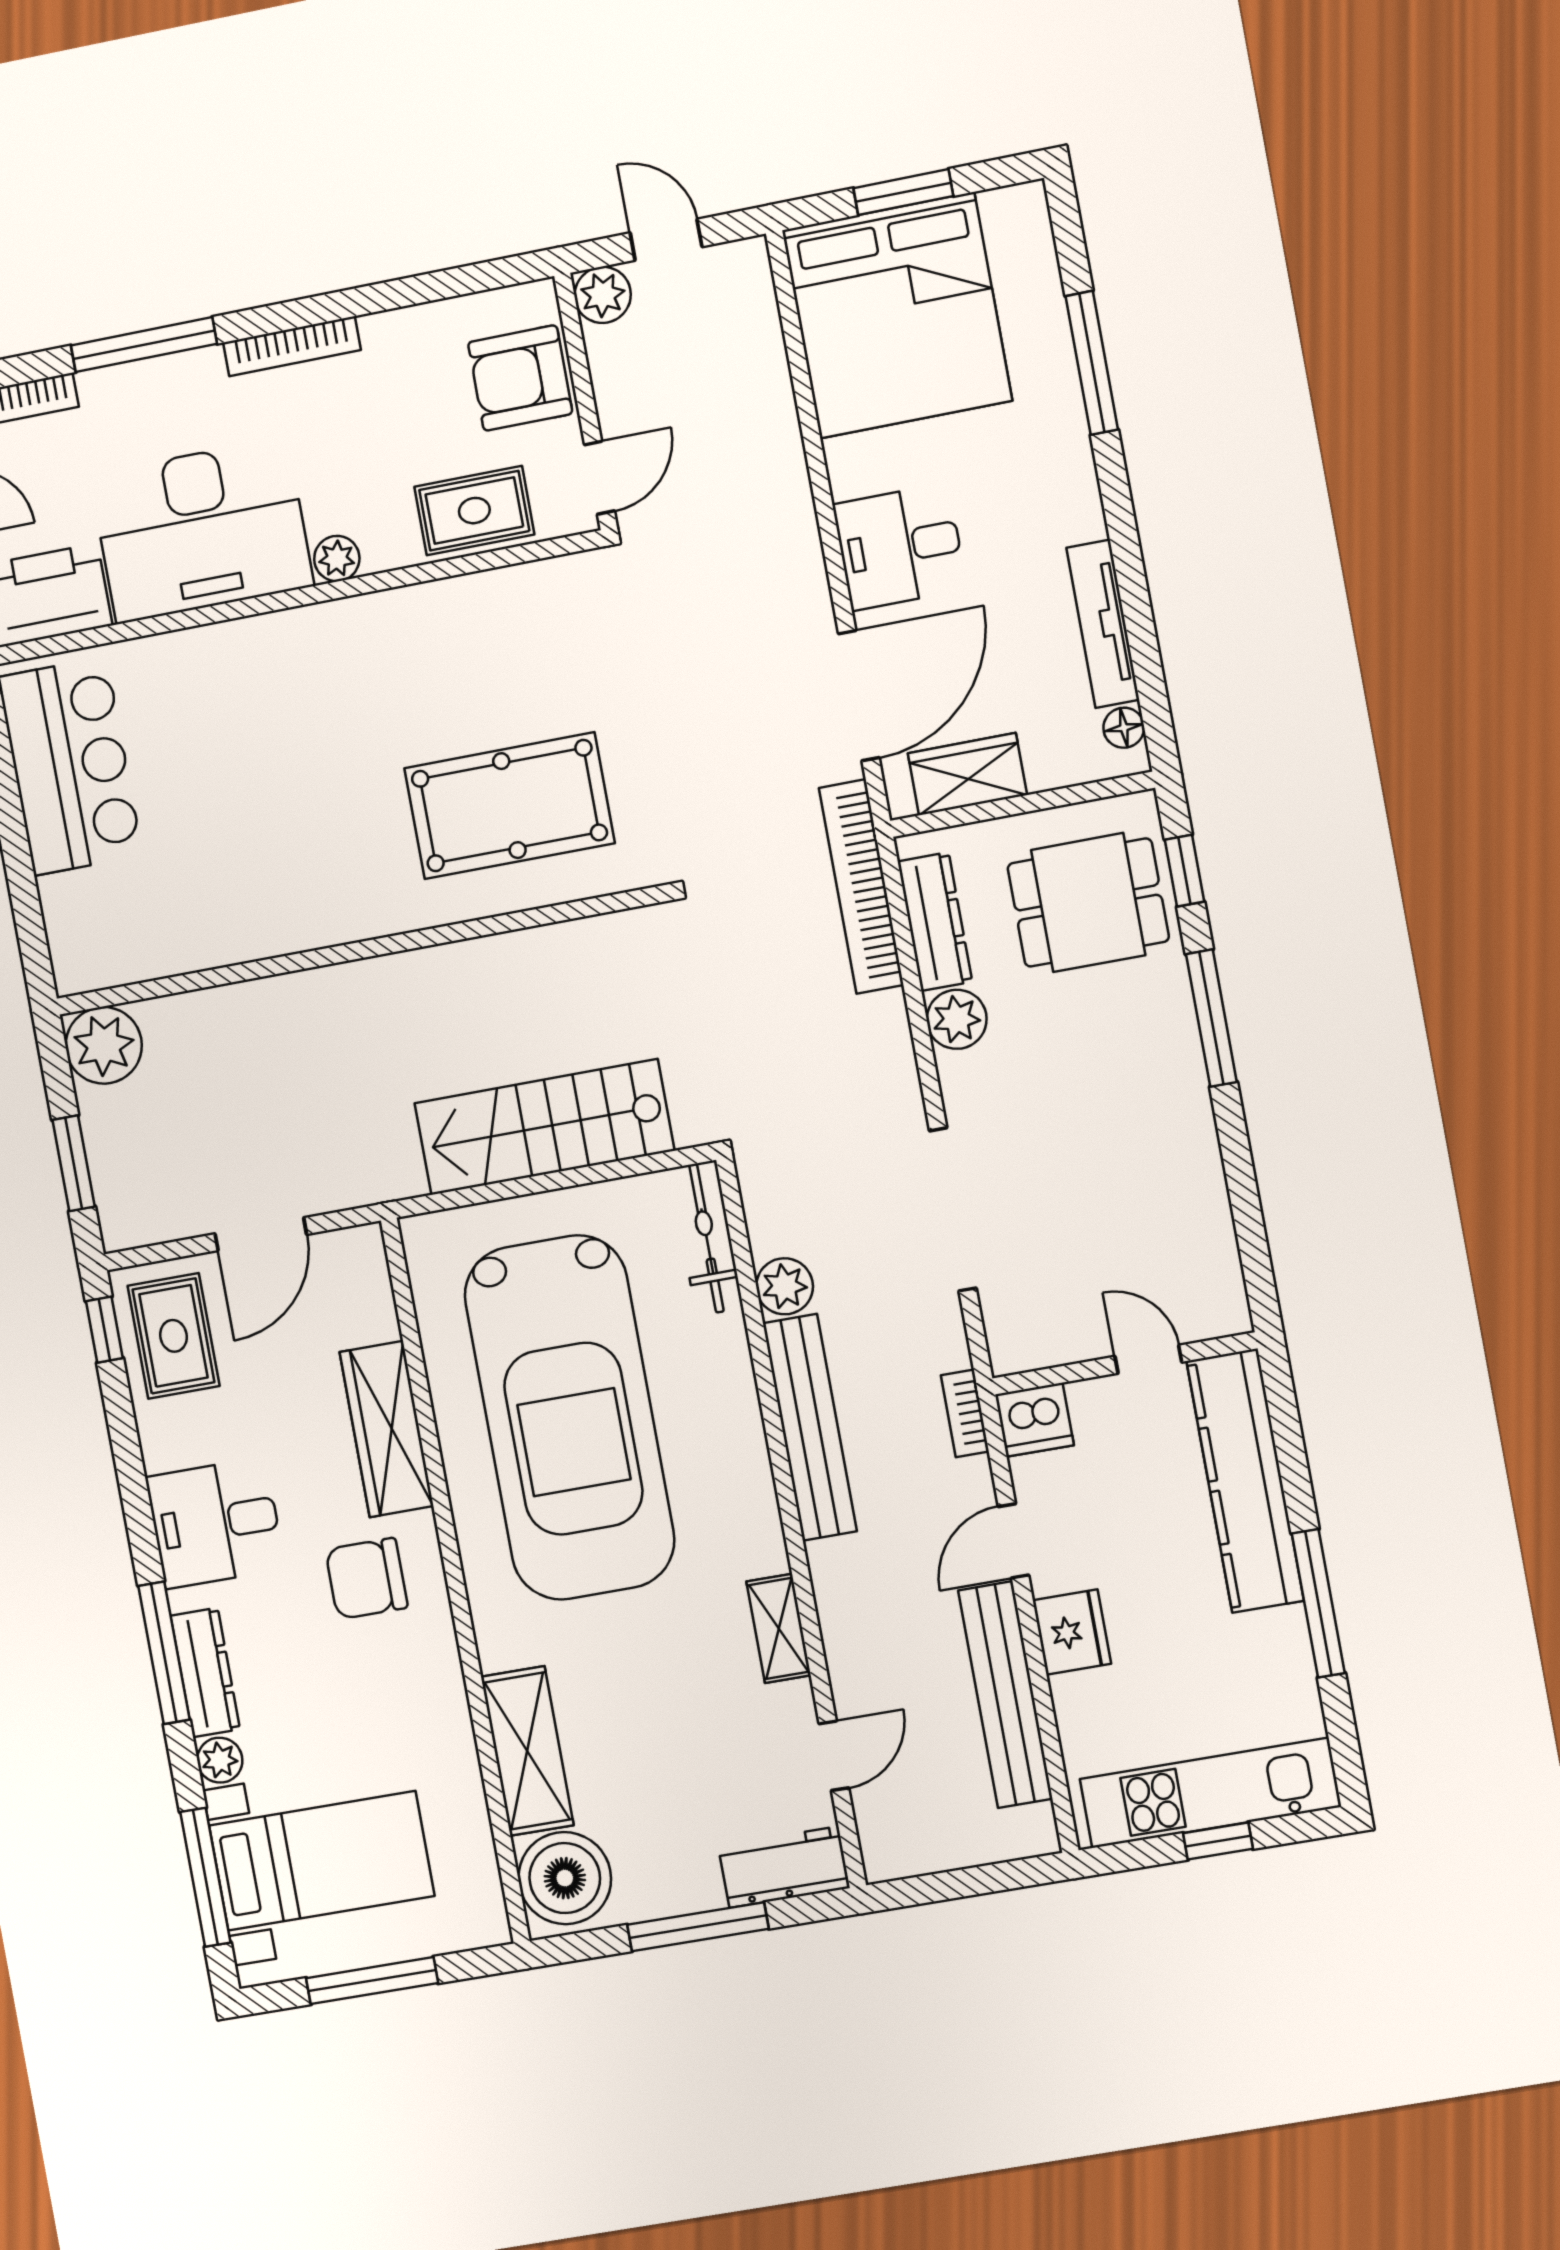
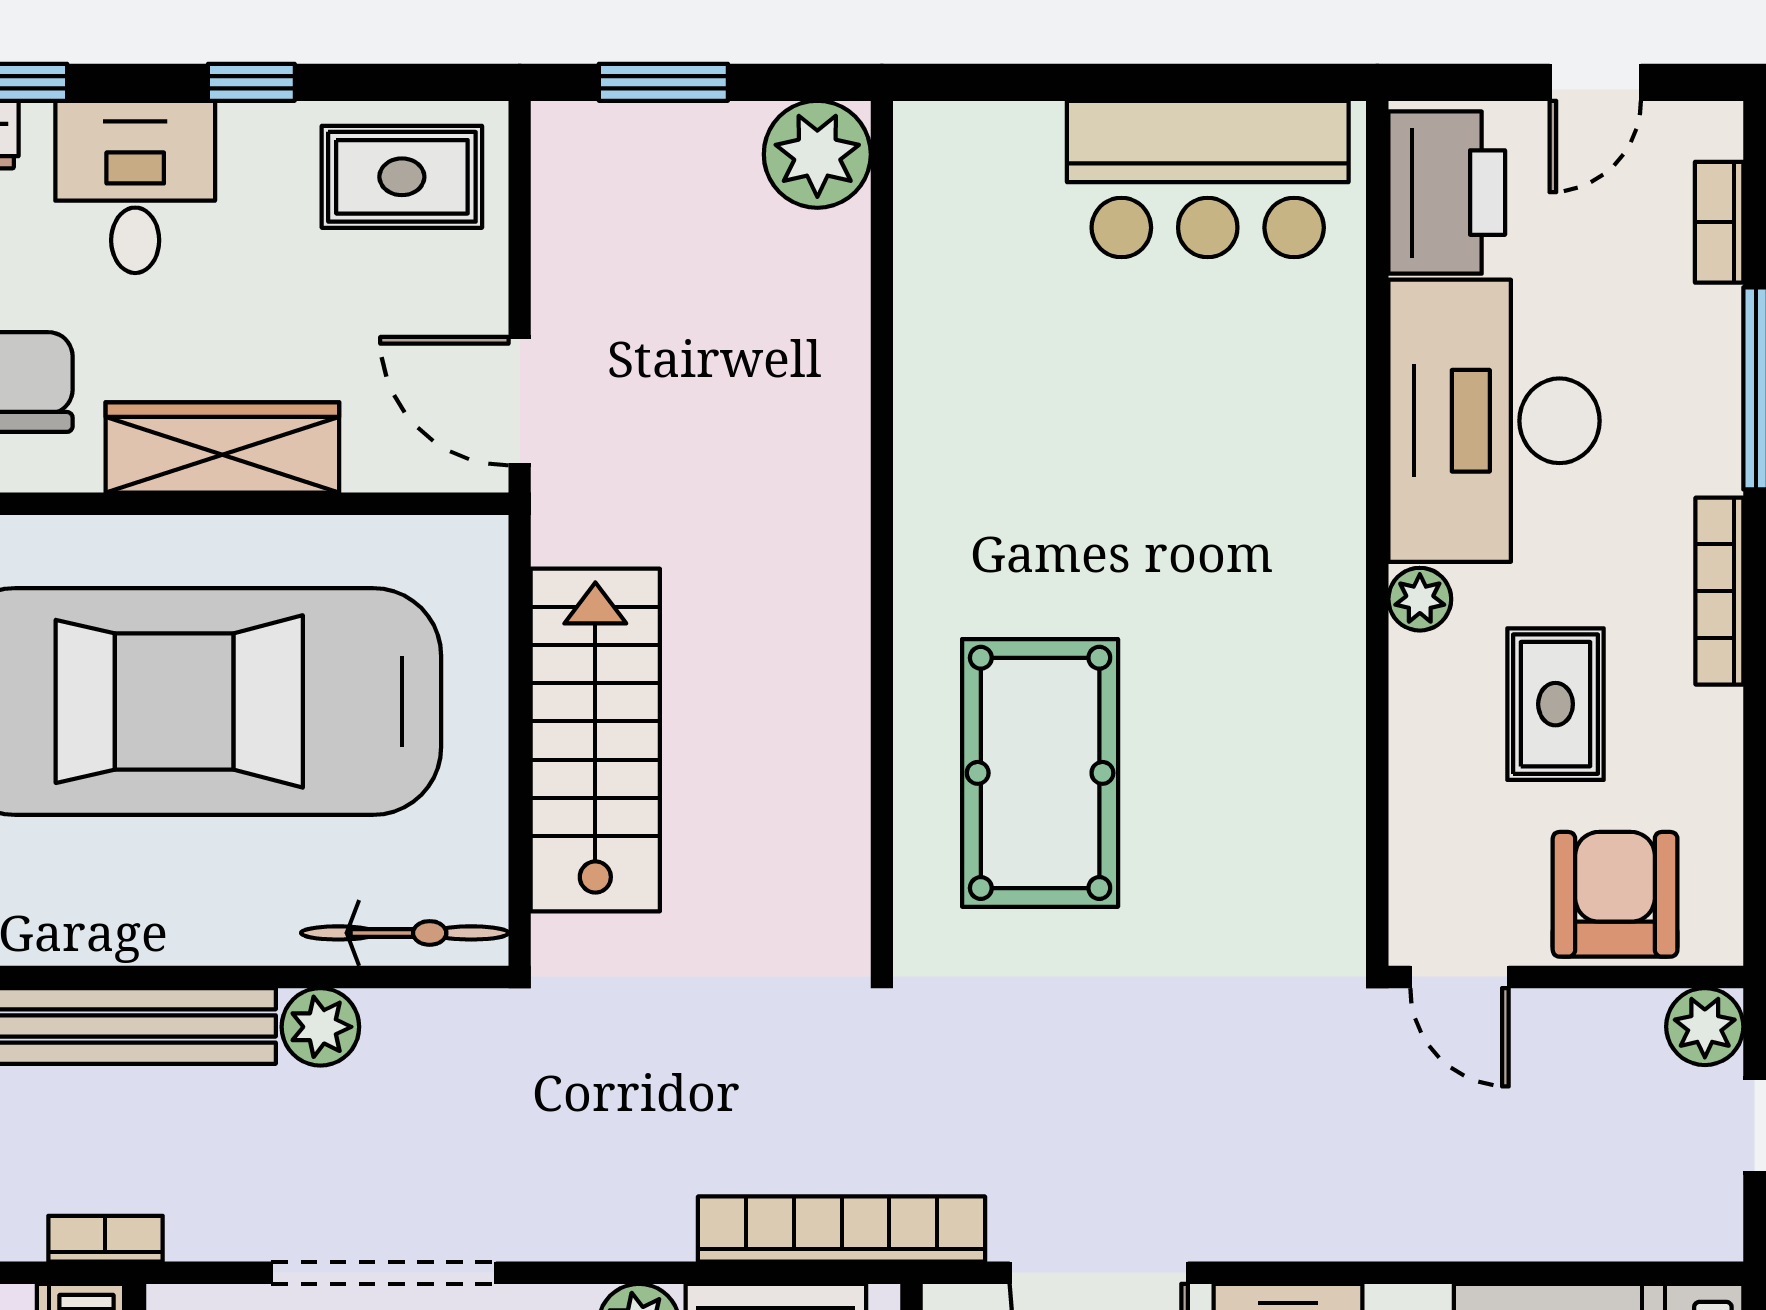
rug: (474, 511) -> (1556, 704), moved
door: (261, 1234) -> (520, 401), moved
window: (104, 1330) -> (251, 82), moved

